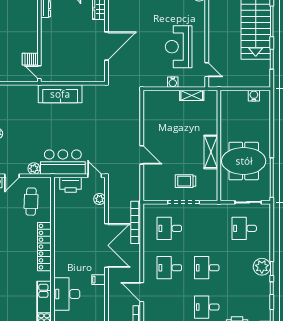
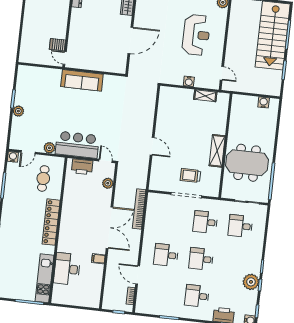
reception desk: (179, 47) -> (196, 35), moved, turned 180
desk: (169, 228) -> (205, 222), moved
plant: (262, 267) -> (251, 282), moved

